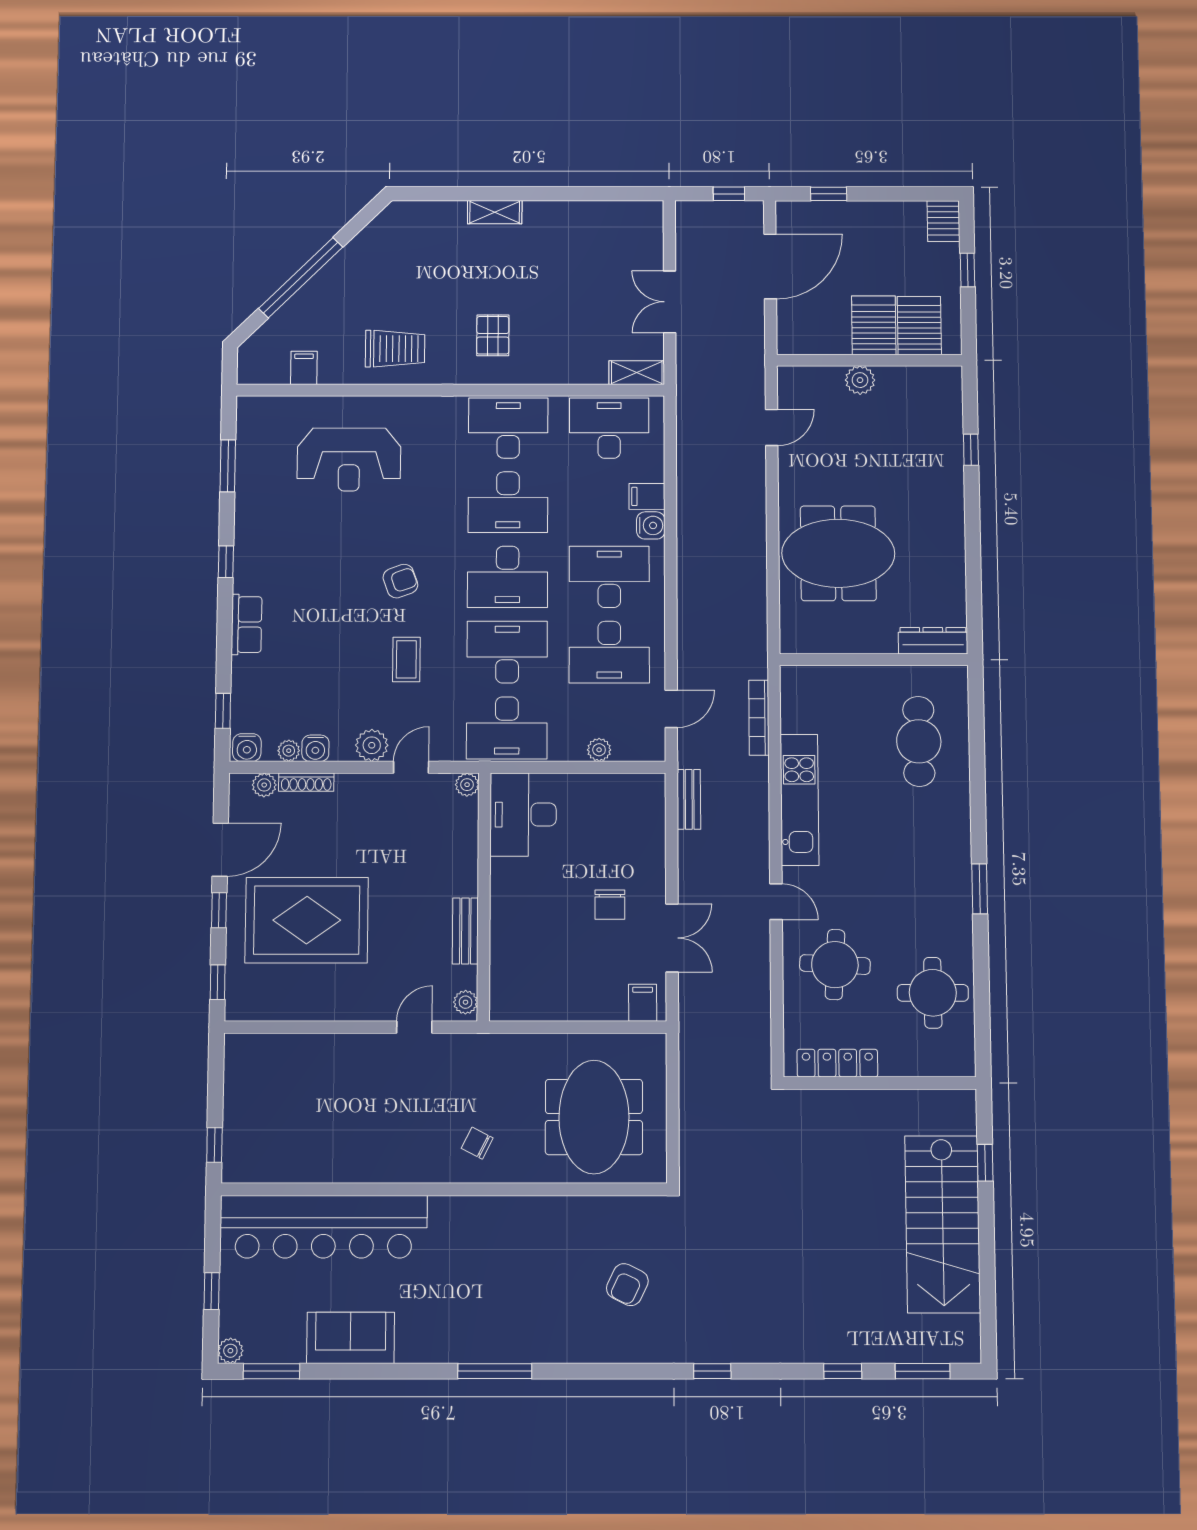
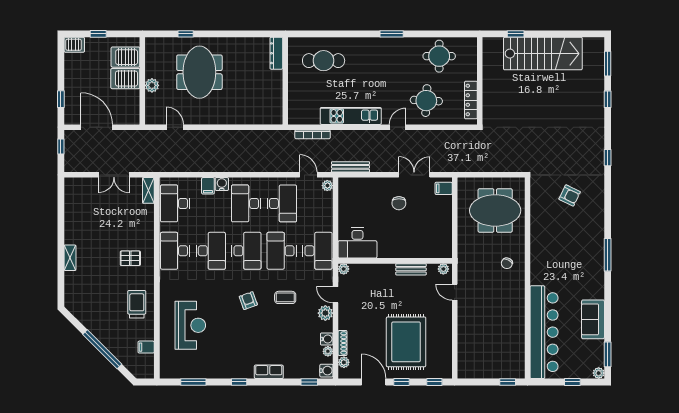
meeting table: (838, 553) -> (199, 72), moved
plant: (599, 750) -> (327, 186), moved
bench: (689, 799) -> (350, 167), width x1.36
chair: (610, 905) -> (399, 203), turned 90

